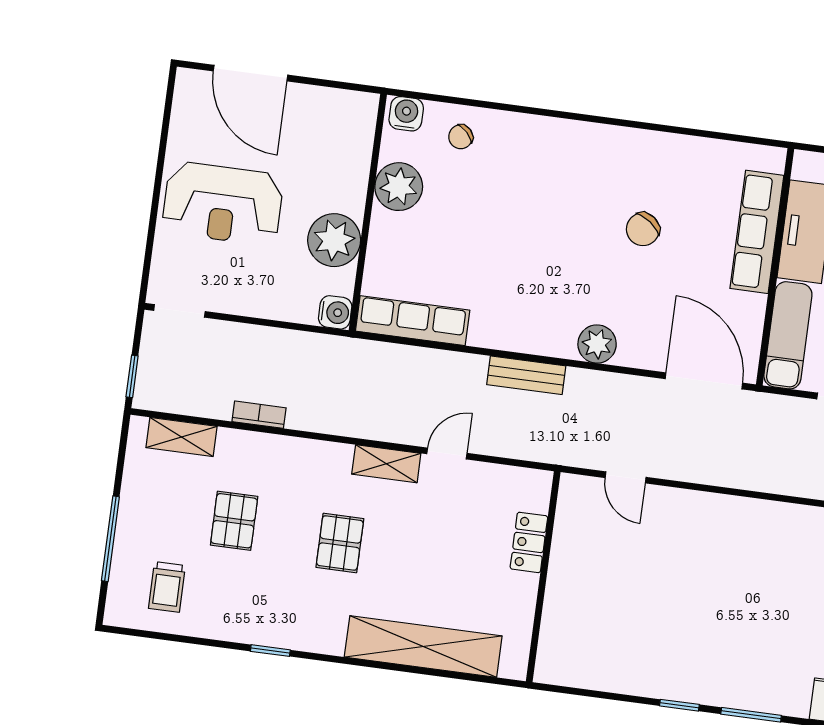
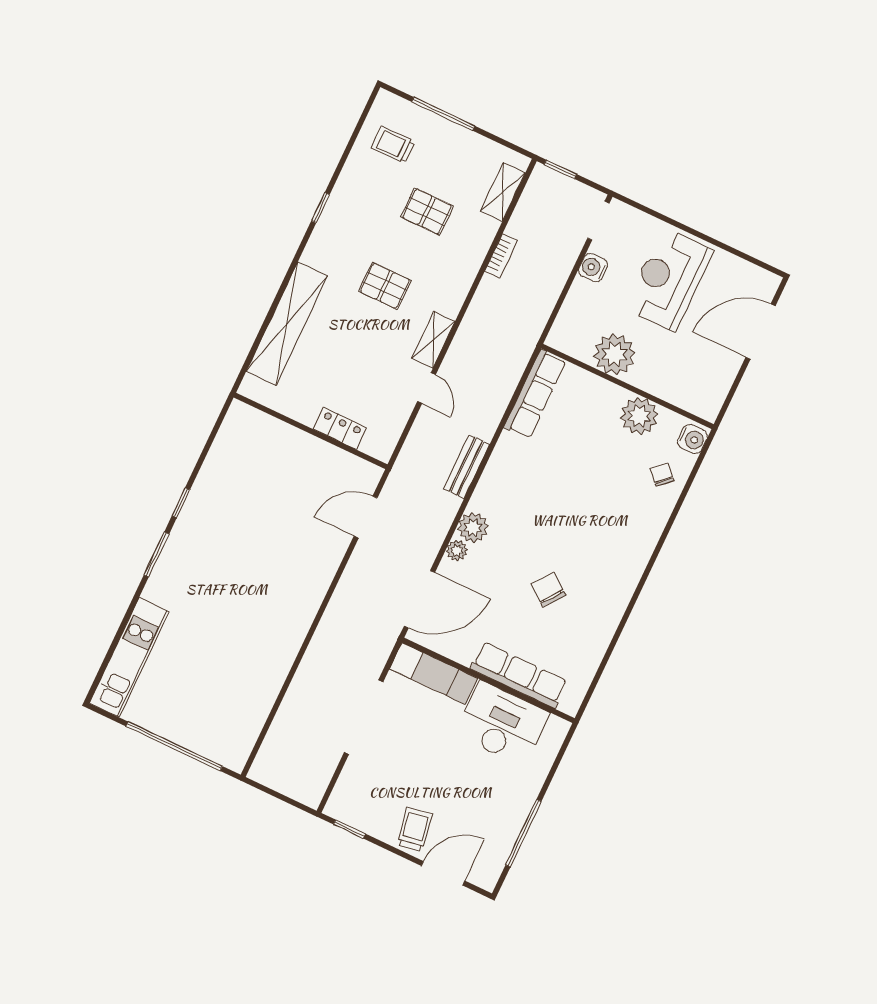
water cooler: (335, 312) -> (593, 268), moved, turned 90
plant: (631, 355) -> (457, 550), added
door: (626, 477) -> (366, 517), width x1.37

